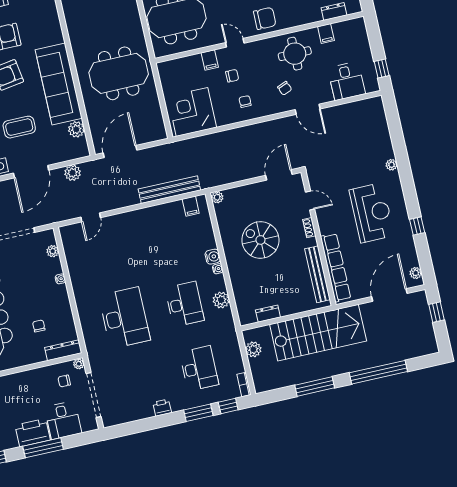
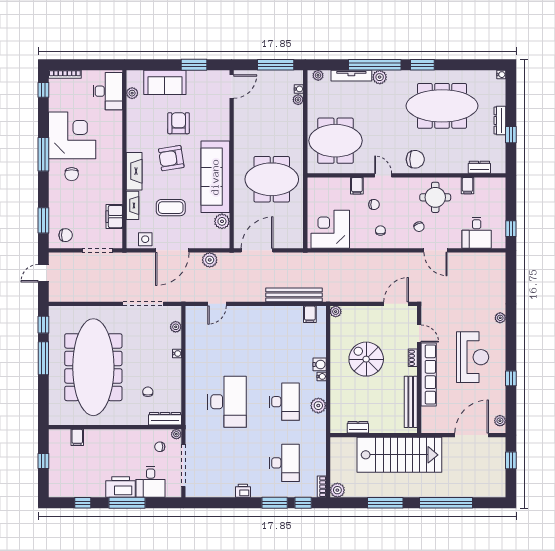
row of seats: (336, 268) -> (429, 374), moved
plant: (253, 349) -> (337, 490), moved

